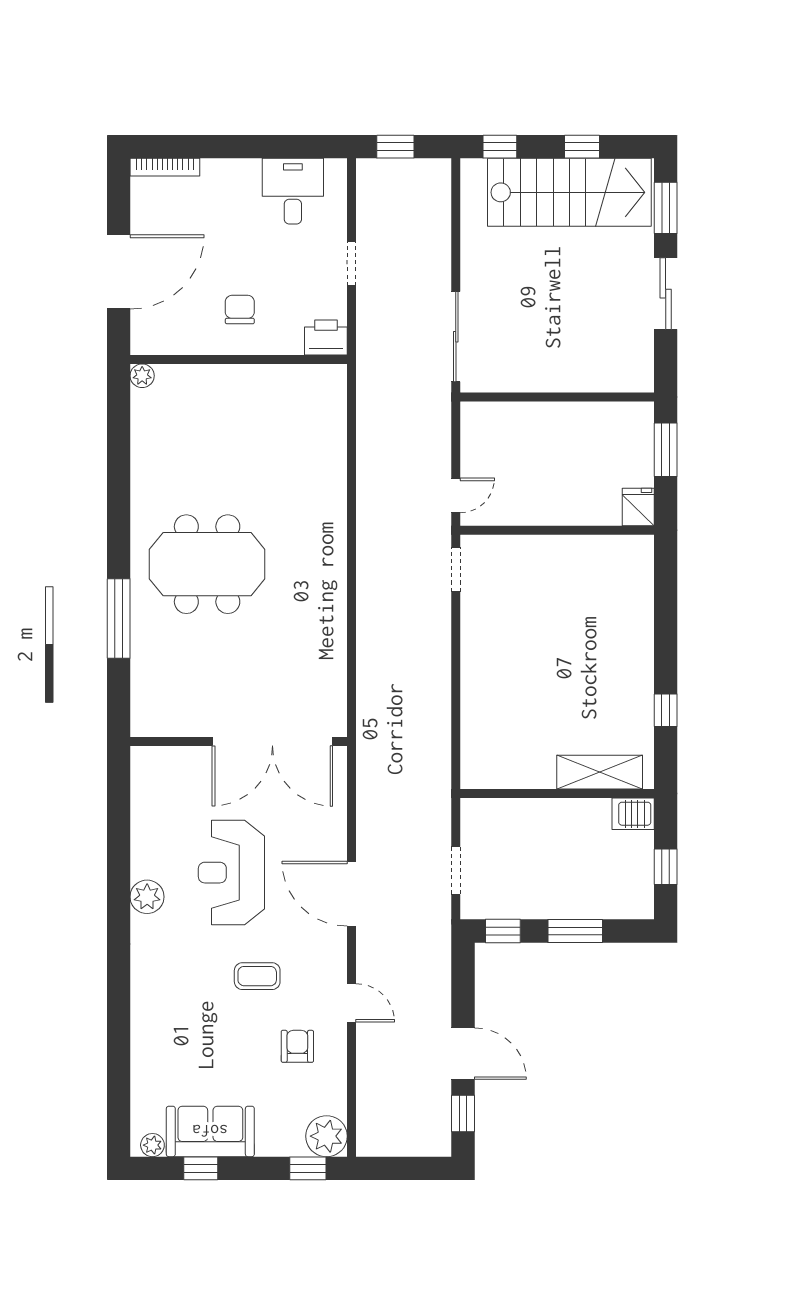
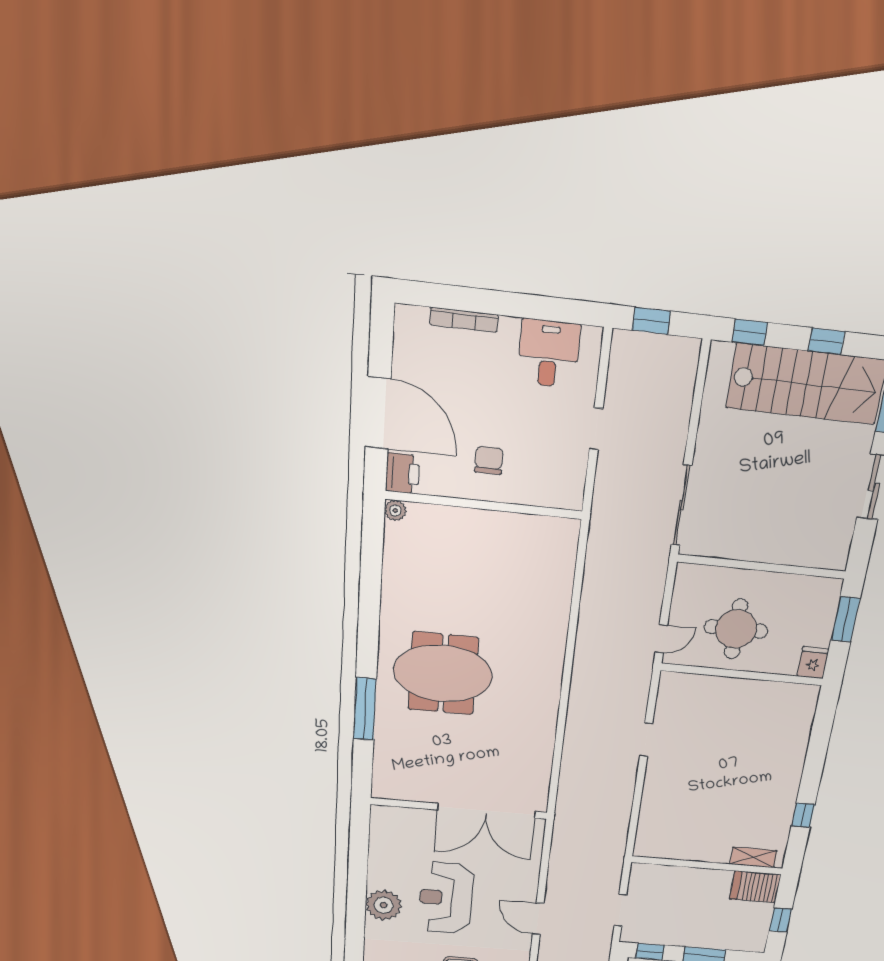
bookcase: (165, 167) -> (464, 320), moved
door: (119, 272) -> (378, 413), hinge flipped
printer: (326, 337) -> (402, 473), moved, turned 90
round table: (541, 474) -> (736, 629), added
doorway: (456, 570) -> (646, 740), moved
shelving: (600, 772) -> (753, 857), width x0.67, depth x0.75
server rack: (633, 814) -> (755, 887), width x1.36, depth x1.44
door: (352, 894) -> (538, 919), width x0.73
plant: (147, 897) -> (384, 905), width x1.36, depth x1.36

